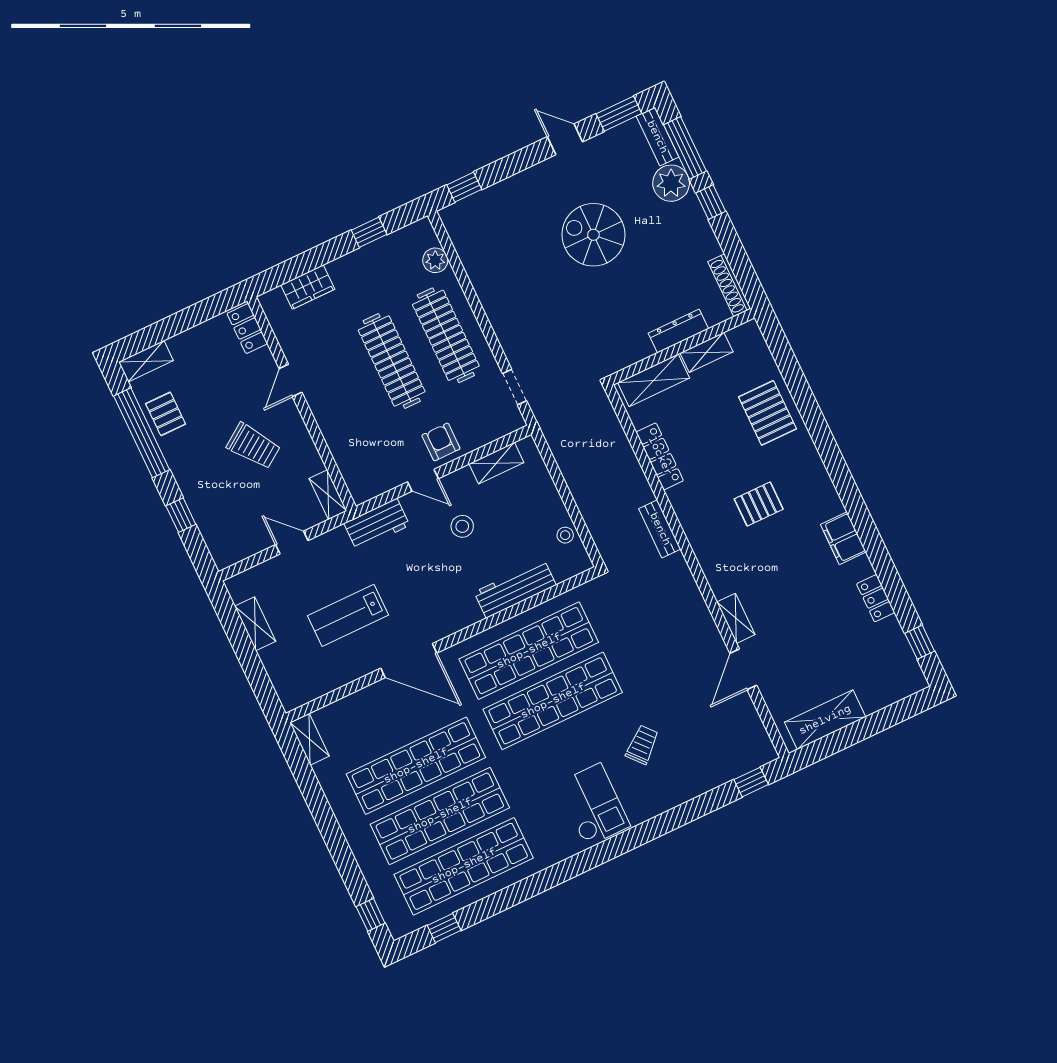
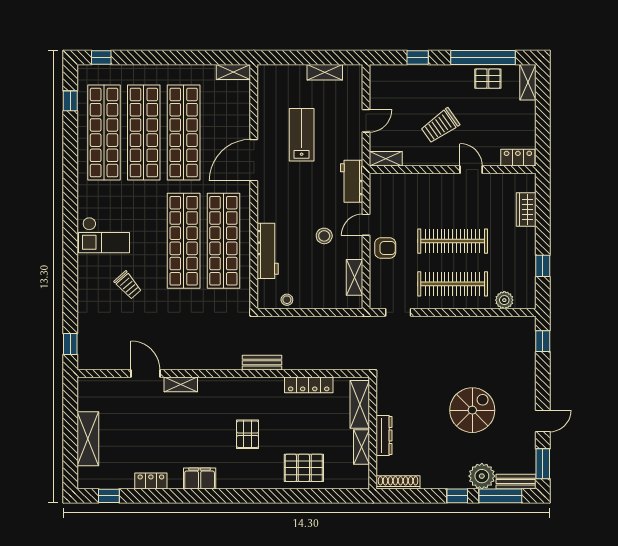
shelving: (825, 720) -> (88, 439), moved

